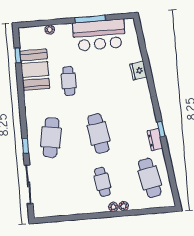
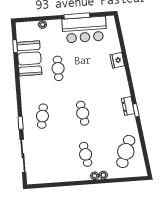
cafe table: (98, 133) -> (83, 113), width x0.73, depth x0.74
cafe table: (51, 137) -> (42, 116), width x0.73, depth x0.74
dresser: (155, 140) -> (128, 106), moved
cafe table: (150, 178) -> (126, 151), turned 33

